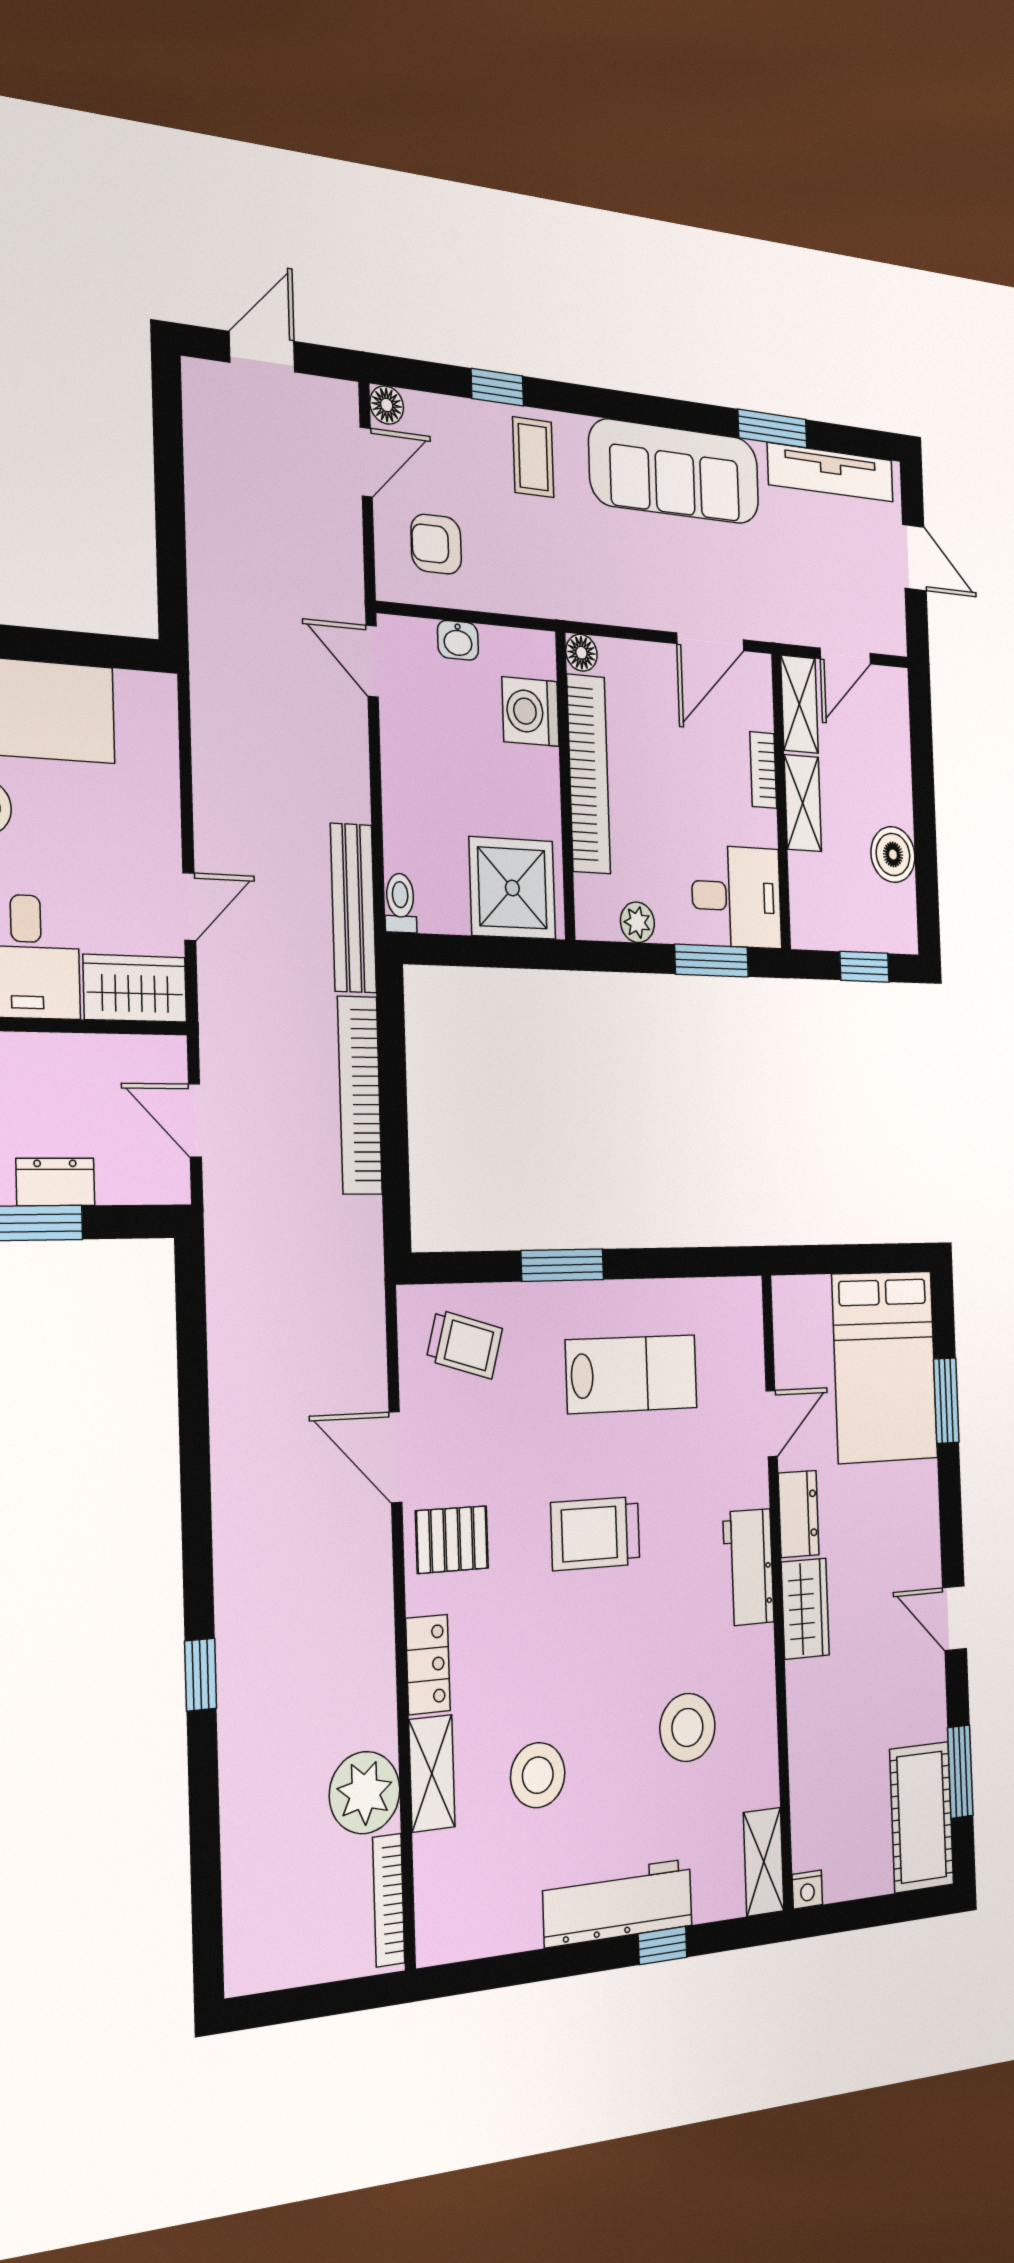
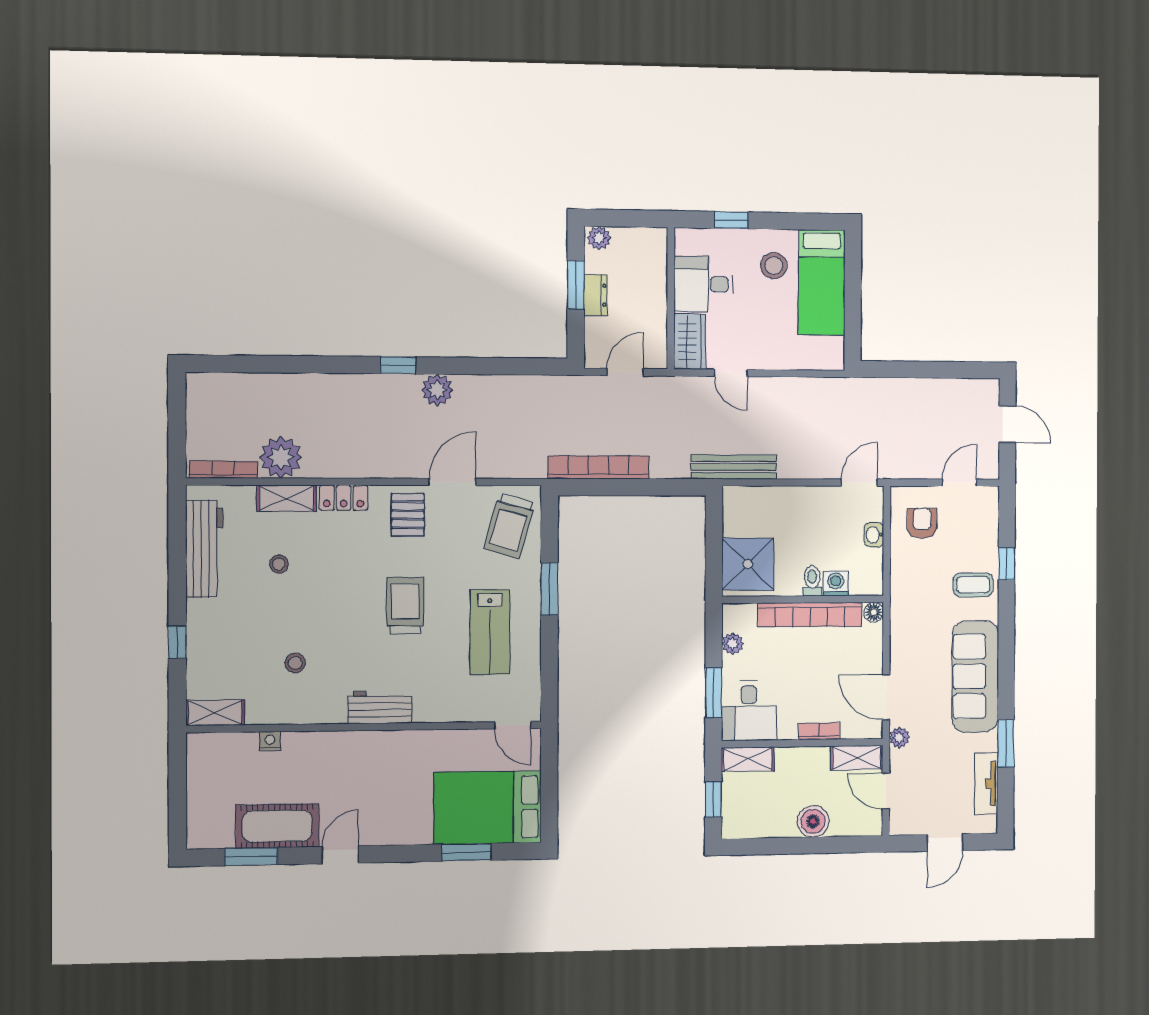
floor lamp: (387, 405) -> (990, 496), removed
door: (366, 462) -> (959, 483), swing flipped
tv unit: (831, 472) -> (986, 784), width x0.71
plant: (769, 623) -> (899, 737), added
washing machine: (530, 712) -> (836, 583), width x0.73, depth x0.73
shelving: (803, 803) -> (748, 759), moved
boiler: (893, 855) -> (813, 821), moved
toilet: (400, 903) -> (812, 581), moved, turned -90
bookcase: (360, 1095) -> (599, 467), moved
trolley: (464, 1344) -> (509, 526), width x1.36, depth x1.39
door: (772, 1424) -> (513, 725), moved
plant: (239, 1497) -> (437, 390), added
dresser: (799, 1514) -> (408, 743), removed
wardrobe: (805, 1609) -> (354, 746), removed
window: (201, 1675) -> (398, 365), moved
stool: (687, 1727) -> (295, 663), width x0.53, depth x0.53
stool: (538, 1775) -> (279, 564), width x0.53, depth x0.53
cot: (922, 1817) -> (277, 826), moved
nightstand: (807, 1890) -> (270, 741), moved, turned 90
workbench: (618, 1903) -> (204, 549), moved

